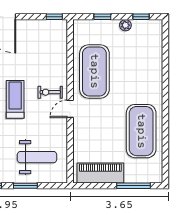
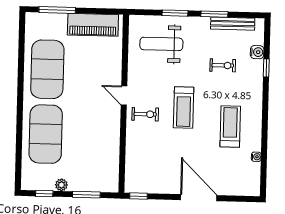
window: (102, 17) -> (86, 195), width x1.50
exercise mat: (94, 71) -> (46, 134), moved
door: (70, 109) -> (124, 95), swing flipped

